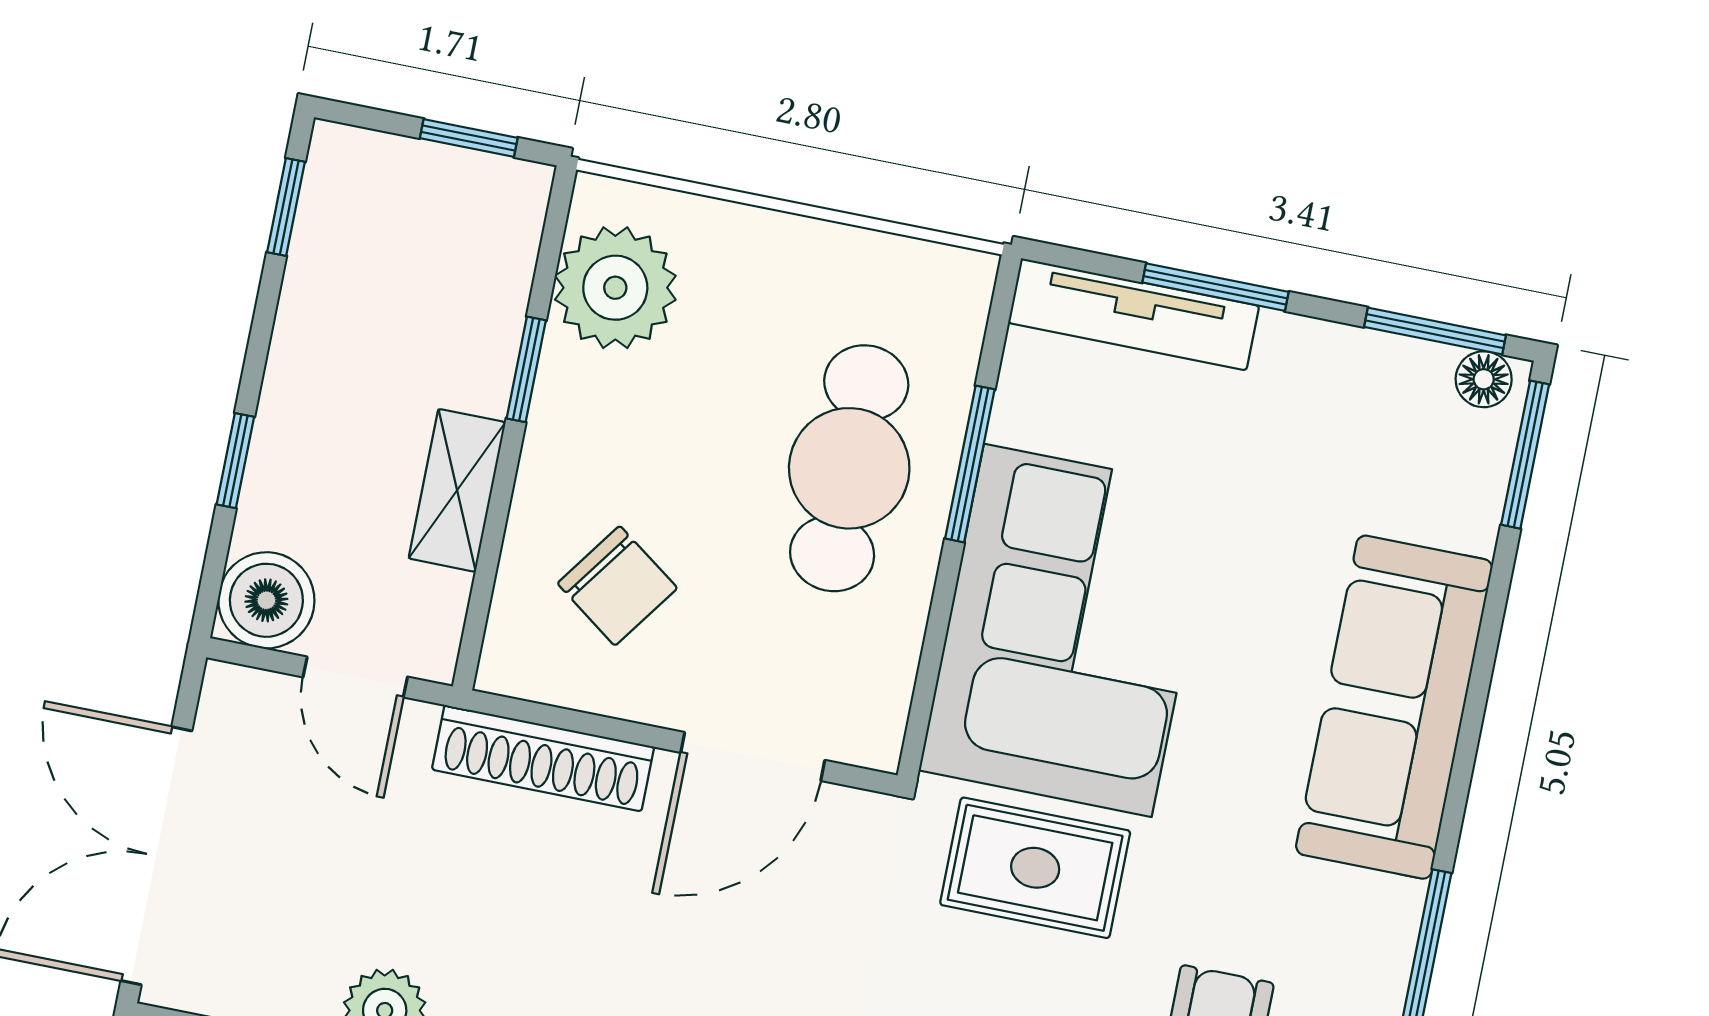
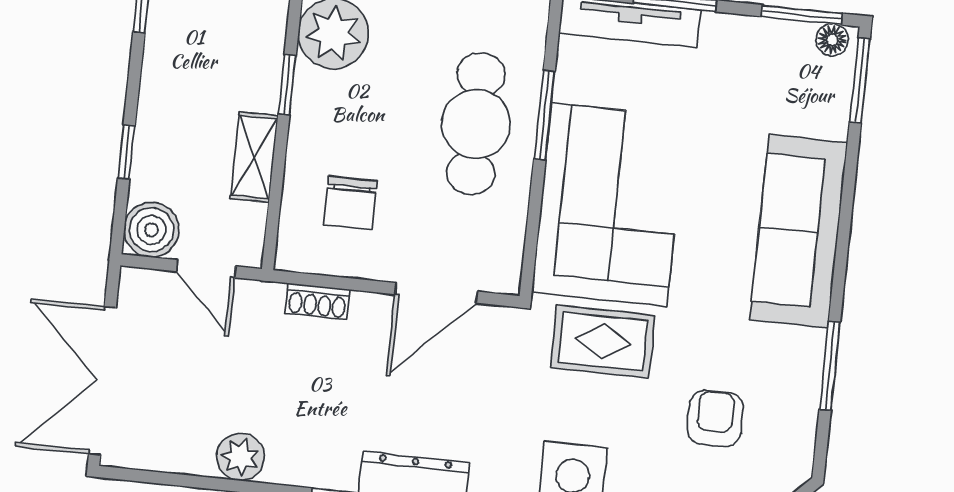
chair: (617, 586) -> (350, 203), turned 54
shoe rack: (543, 758) -> (318, 301), width x0.51, depth x0.81

